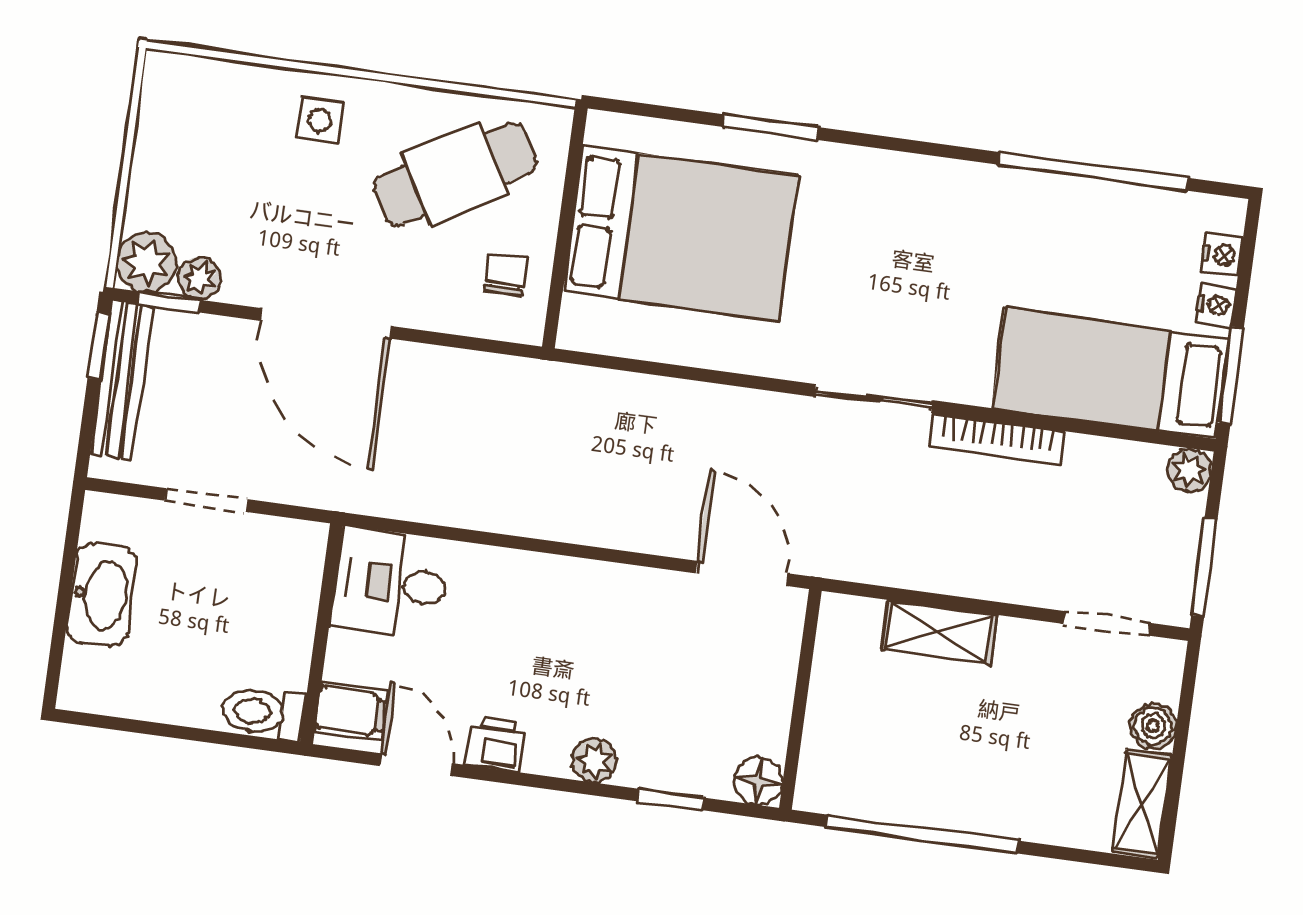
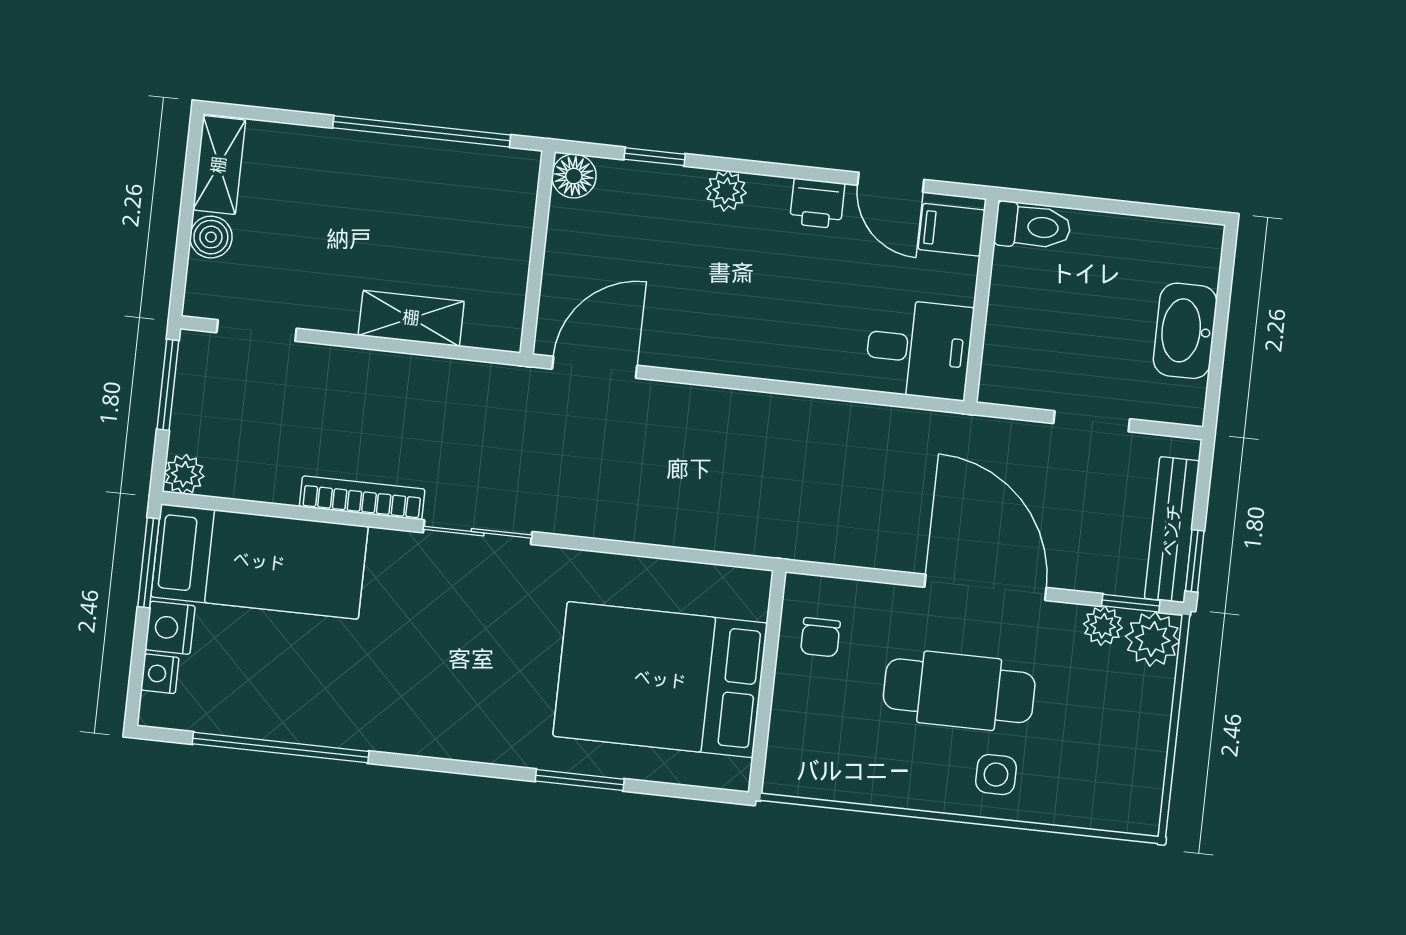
cafe table: (455, 174) -> (959, 691), moved, turned 30
nightstand: (1216, 305) -> (170, 628), width x1.39, depth x1.35
door: (742, 573) -> (595, 367), swing flipped

